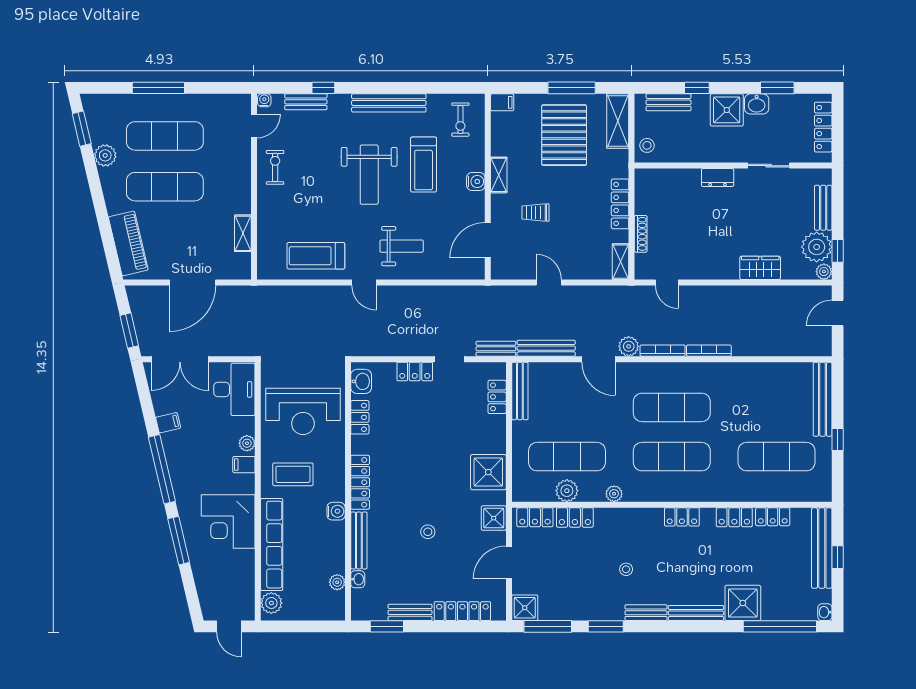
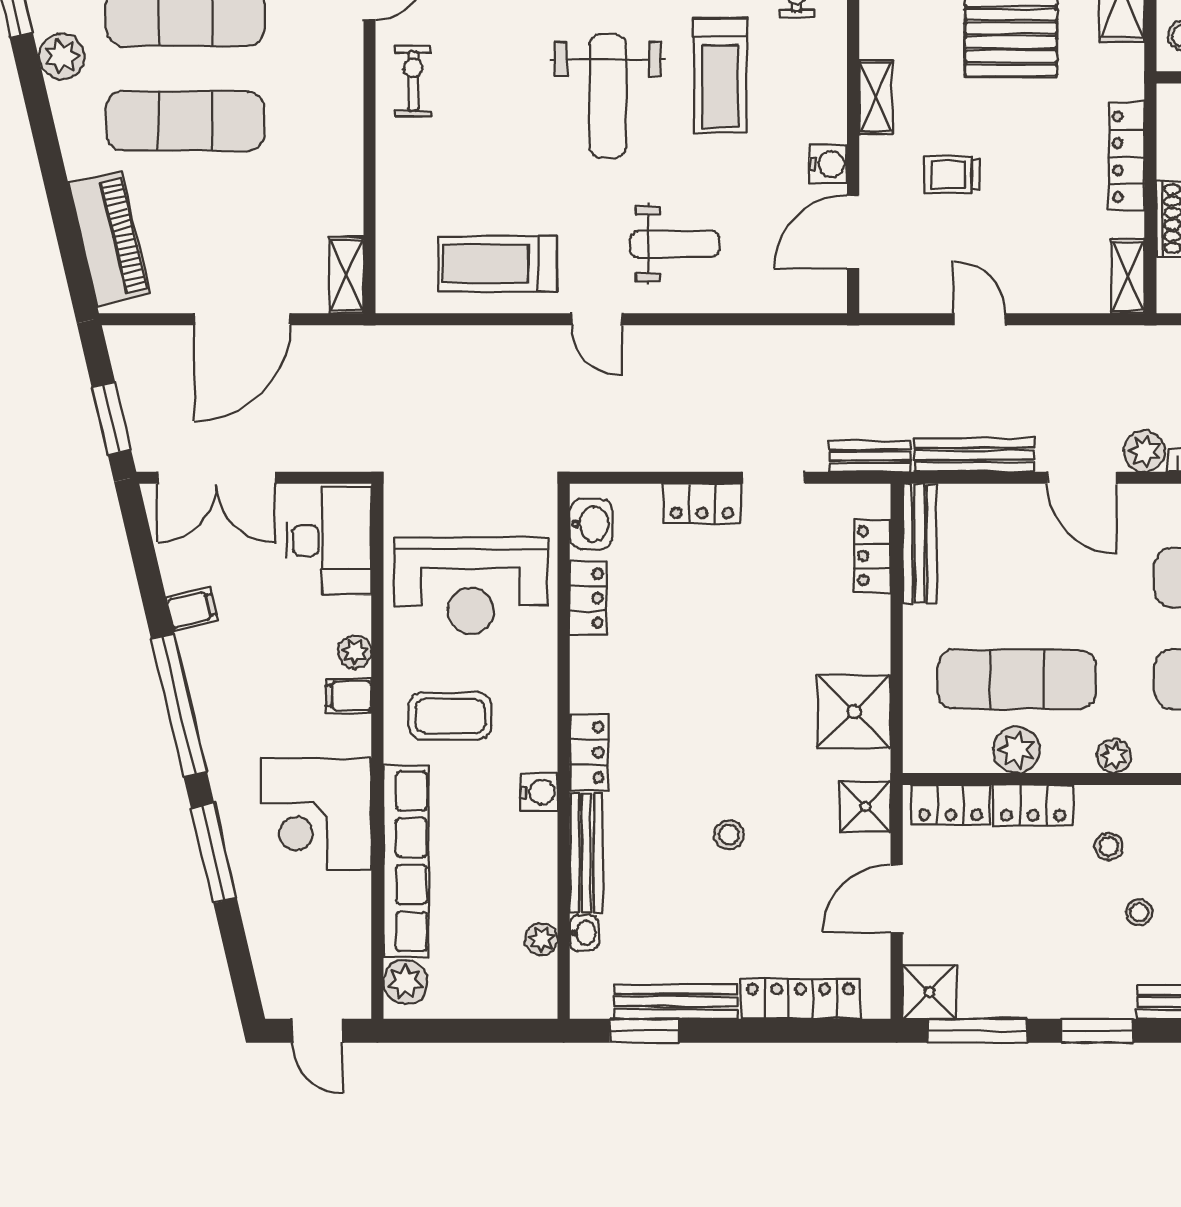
water cooler: (476, 181) -> (828, 164), moved
shelving: (243, 233) -> (346, 275), moved
locker: (360, 482) -> (589, 752), width x0.66
stool: (611, 537) -> (1109, 847), added
bench: (410, 612) -> (676, 1002), width x1.36

